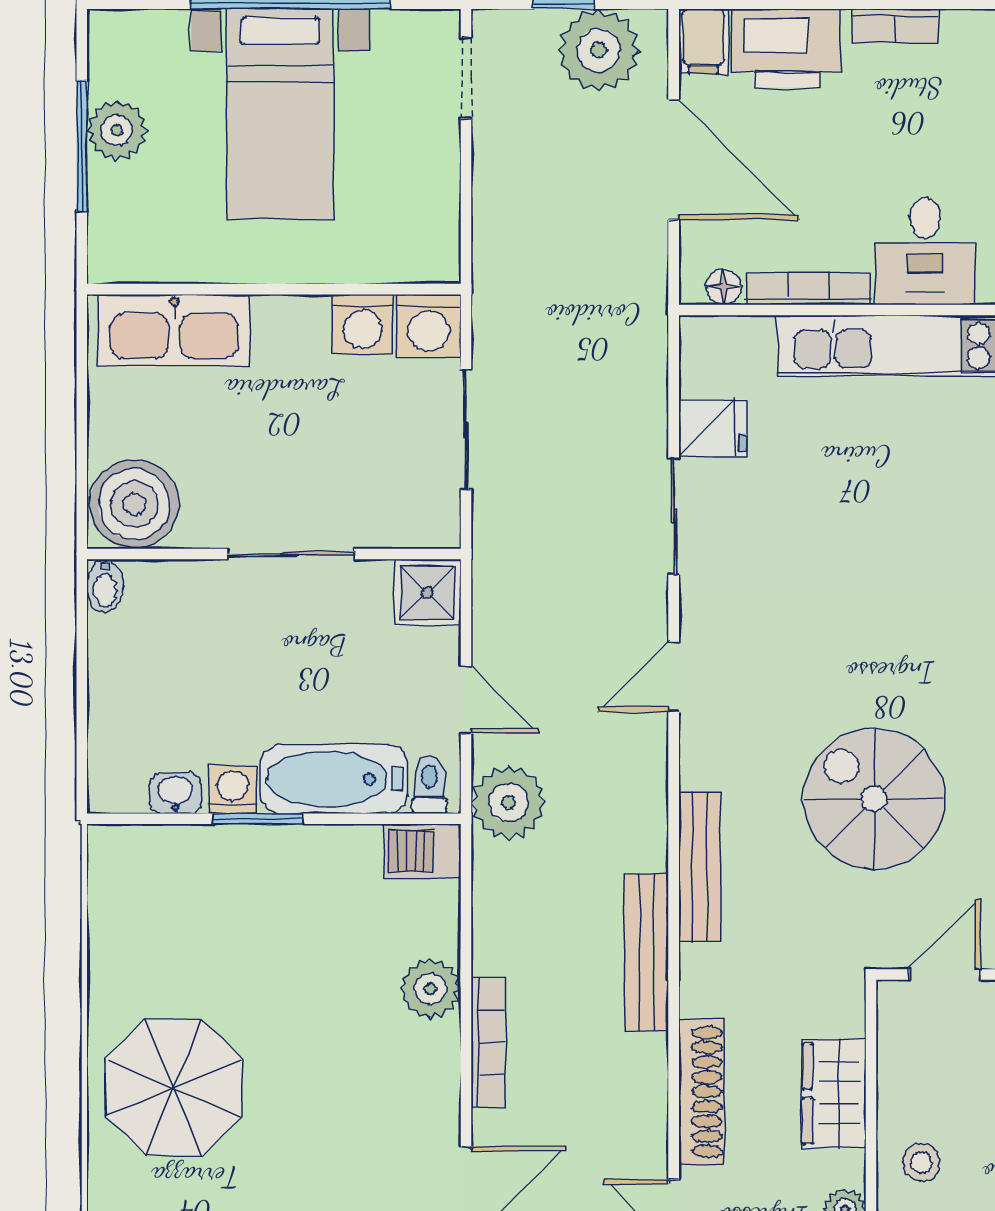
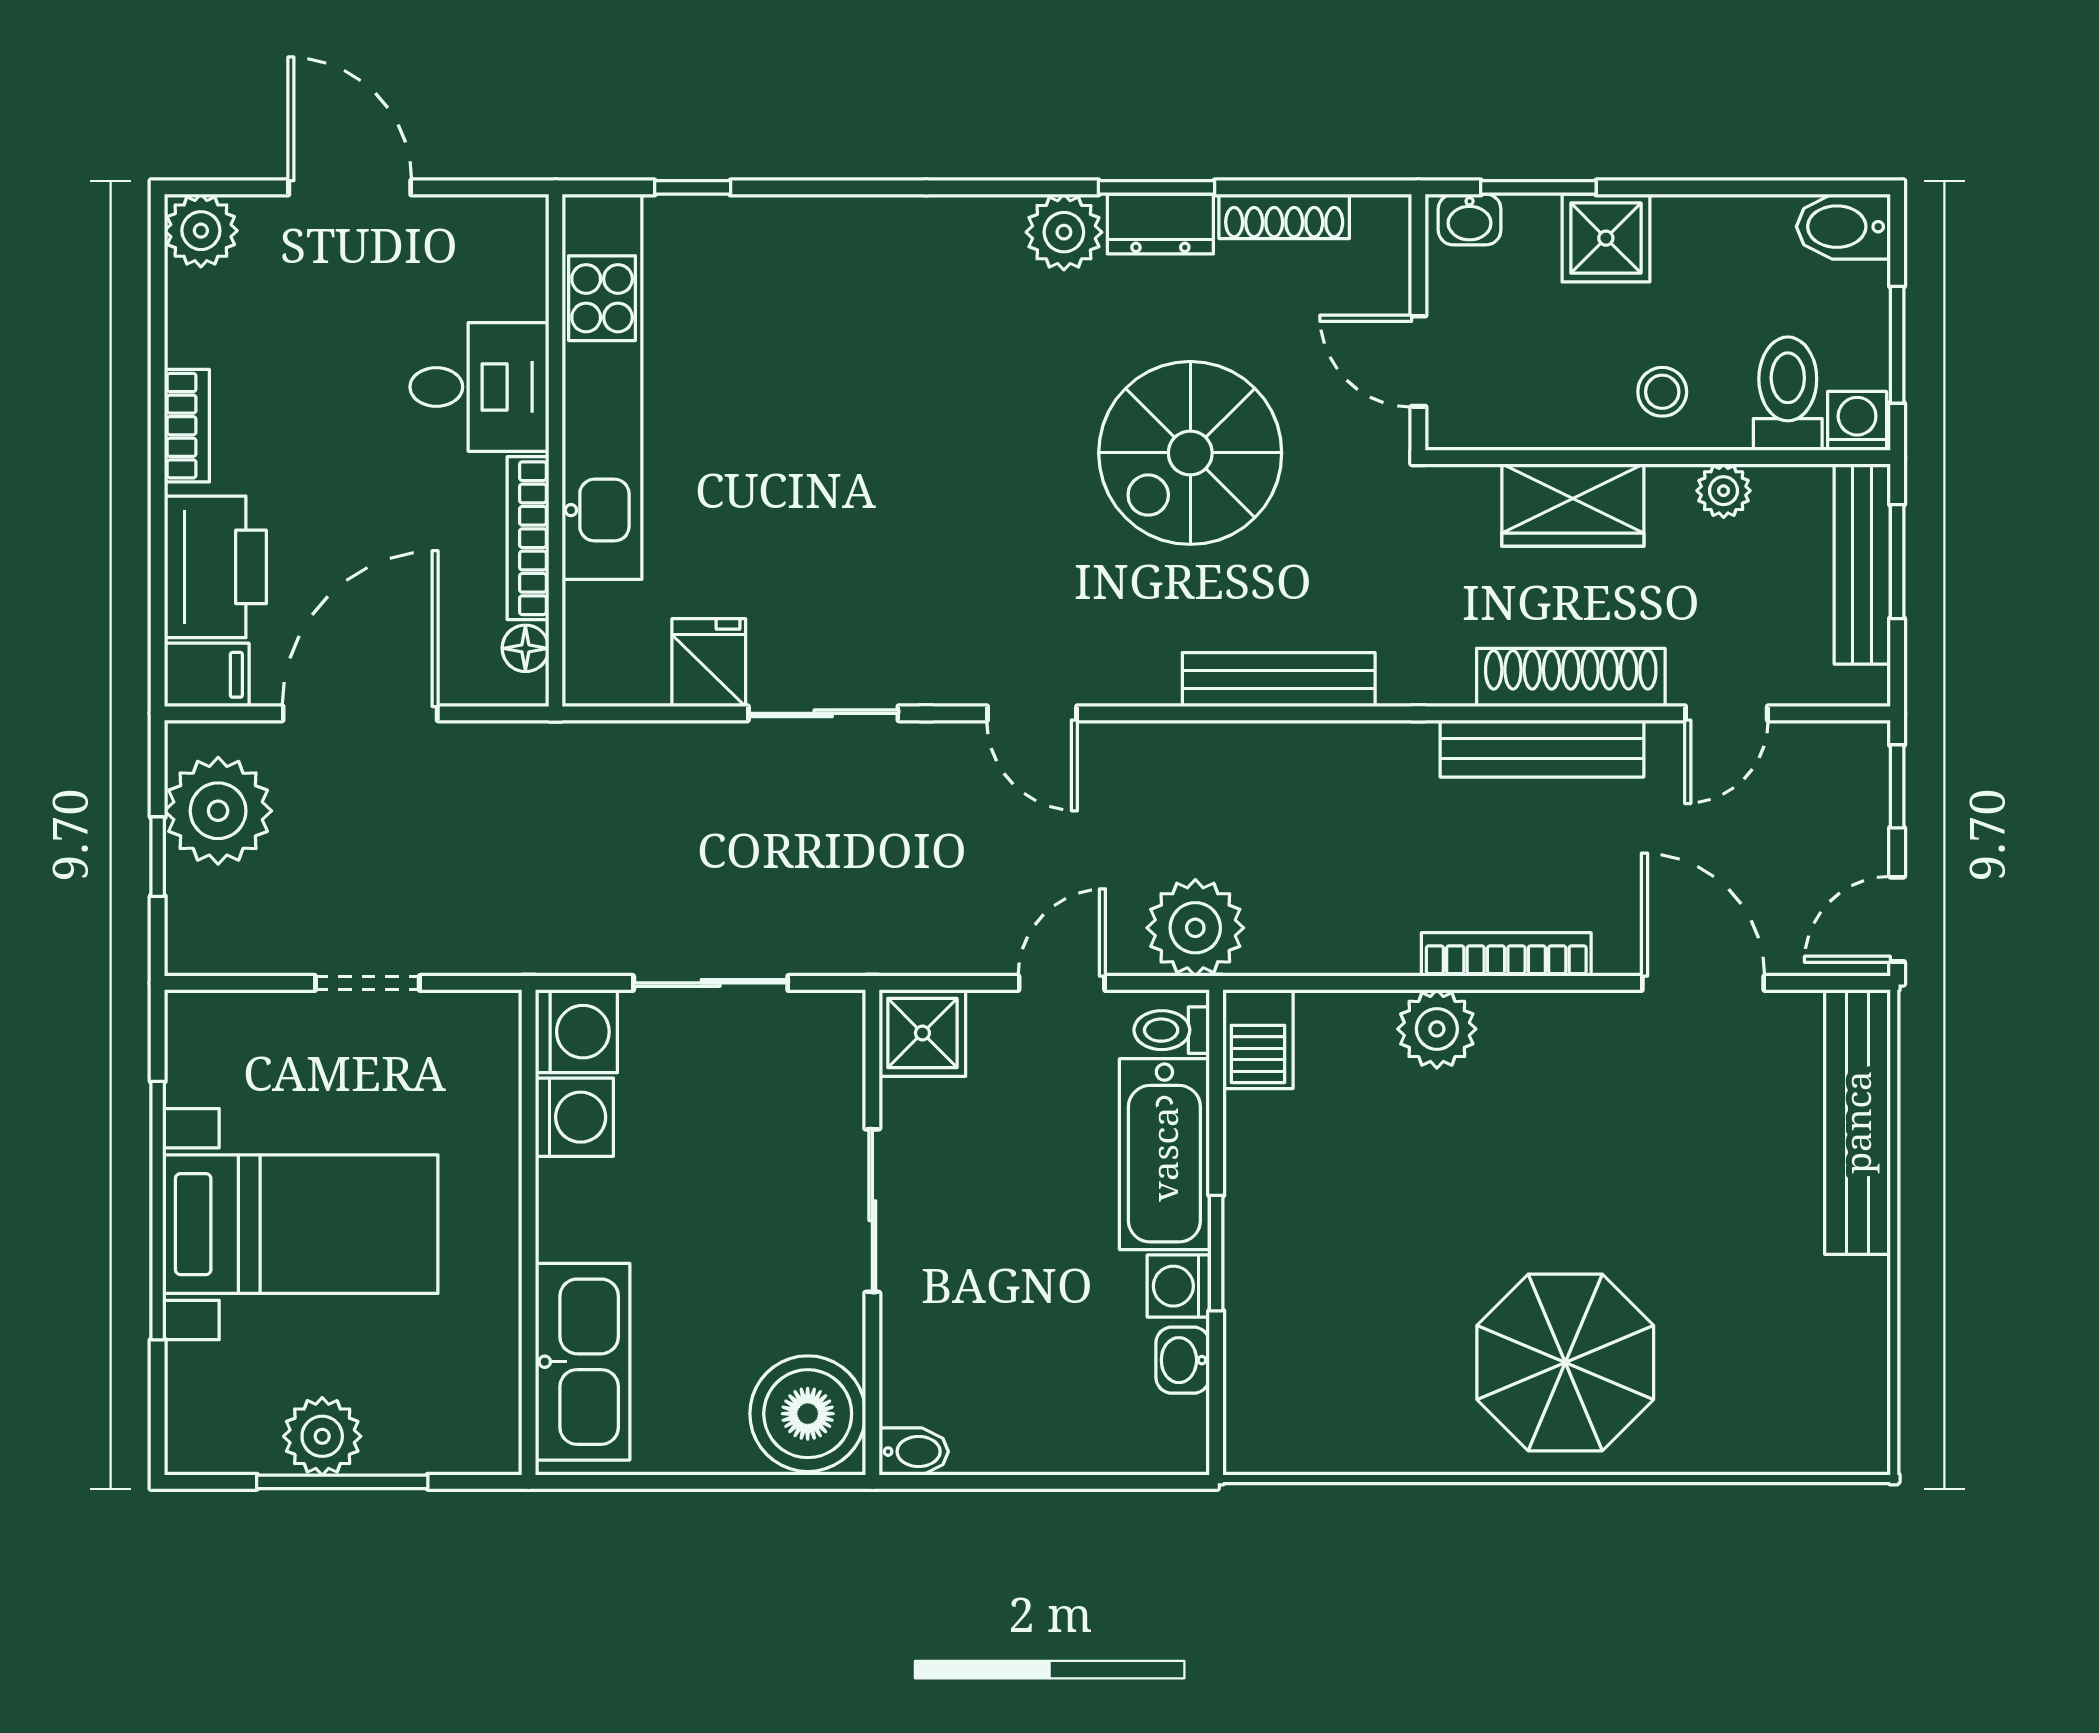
doorway: (466, 78) -> (367, 983), moved
bench: (646, 952) -> (1542, 749), moved

